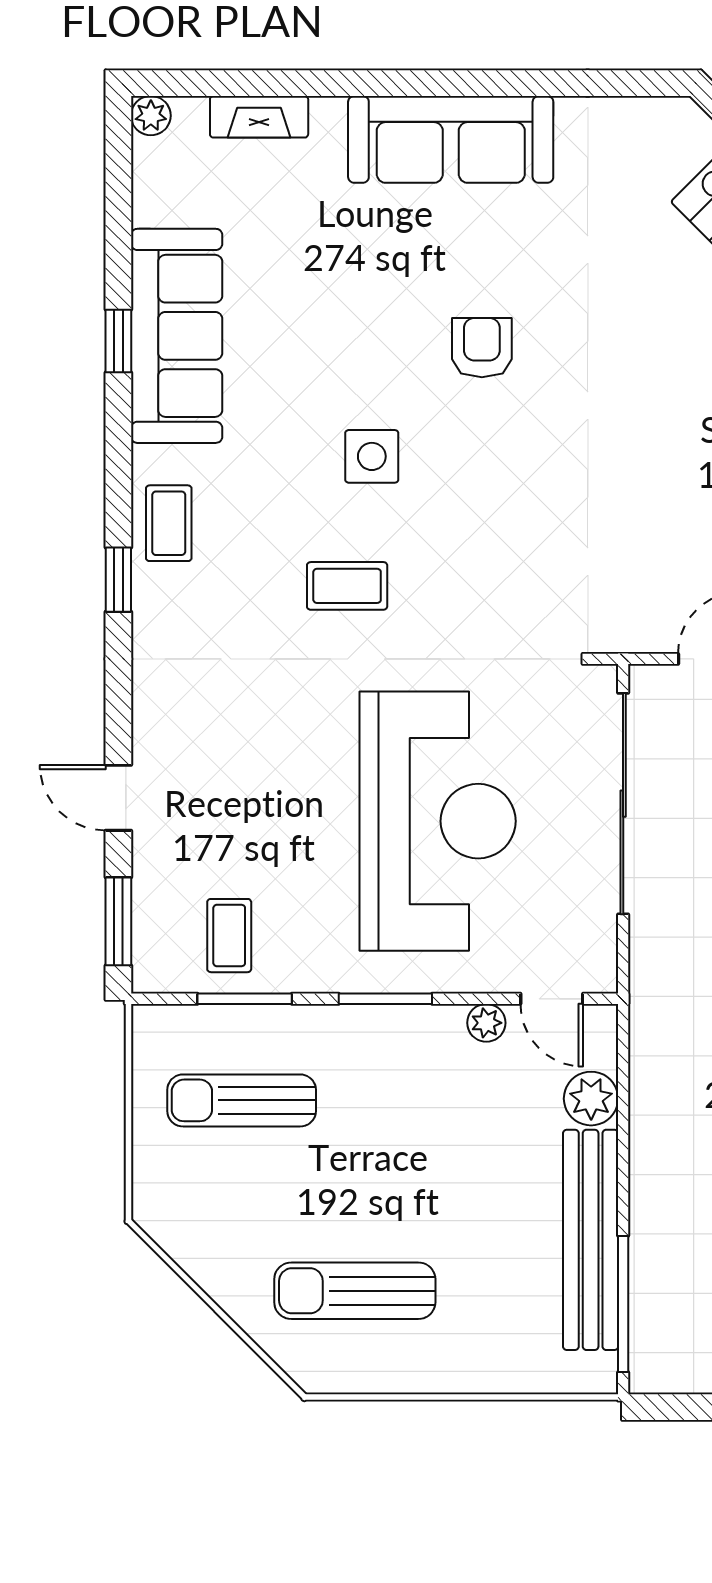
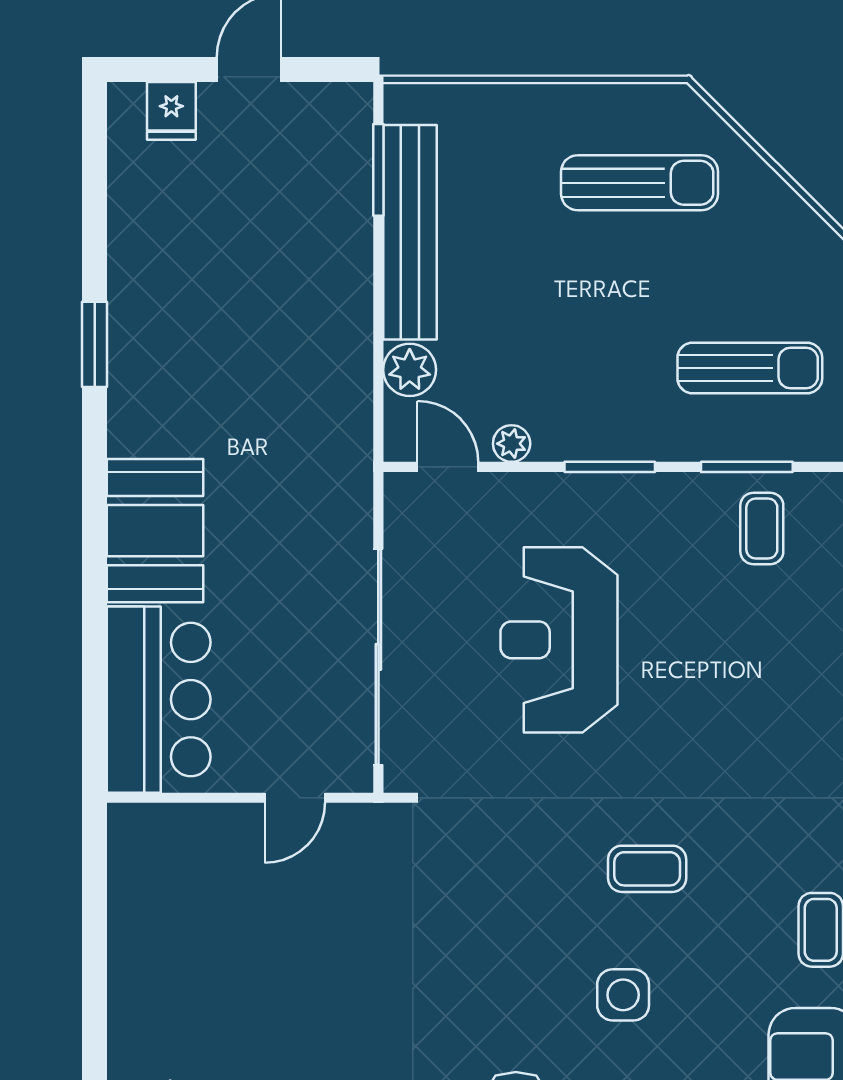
reception desk: (438, 821) -> (559, 640), width x0.74, depth x0.77
window: (623, 1304) -> (378, 170), width x0.69

